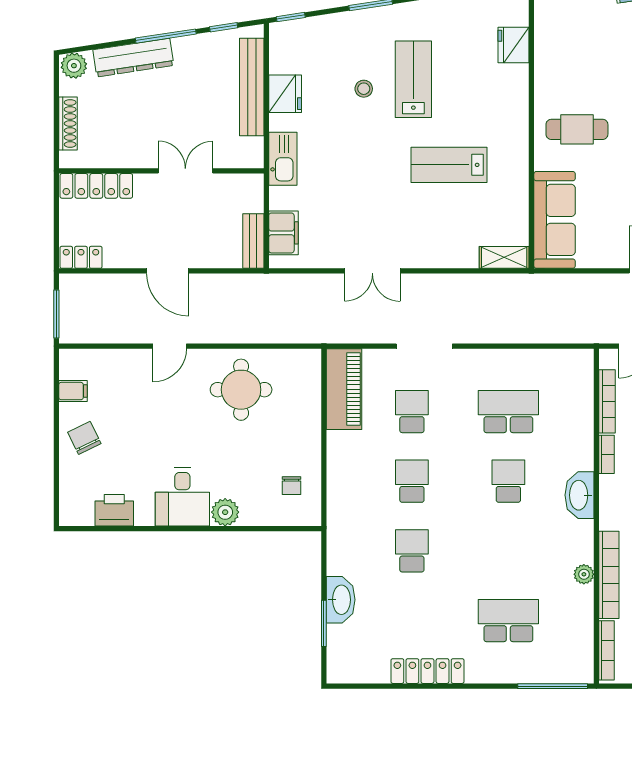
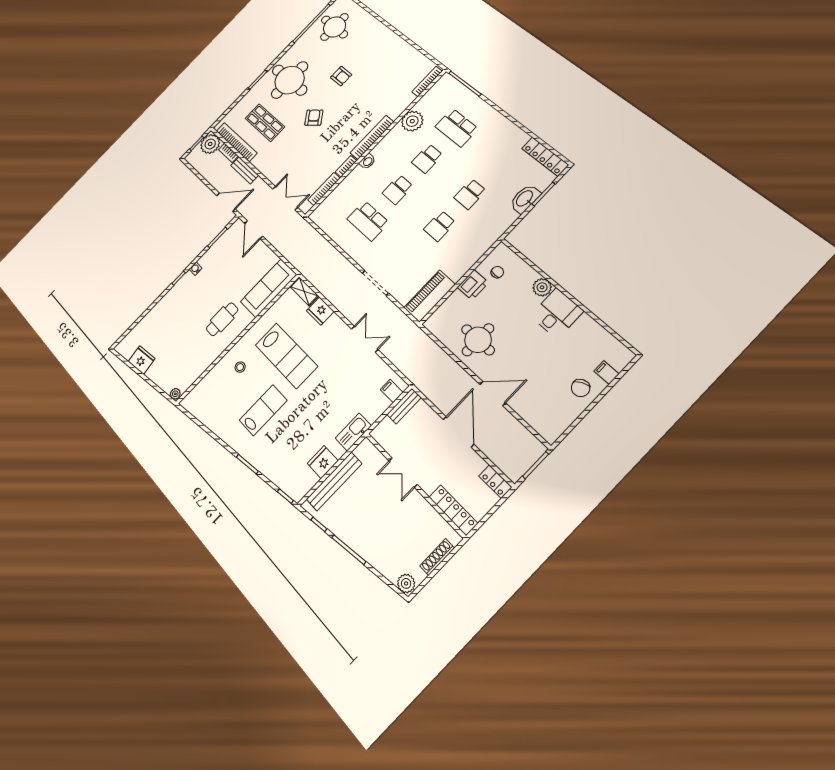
fridge: (513, 45) -> (320, 311), moved, turned 90
dresser: (133, 58) -> (374, 556), removed
lab bench: (413, 79) -> (263, 410), turned 180
stool: (364, 89) -> (240, 367), moved
cafe table: (577, 129) -> (222, 319), turned 90
lab bench: (449, 165) -> (286, 356), width x1.36, depth x1.39
filing cabinet: (283, 233) -> (392, 391), width x0.50
door: (168, 271) -> (458, 432), width x1.36
door: (170, 346) -> (493, 394), width x1.38
filing cabinet: (73, 391) -> (607, 372), moved
school desk: (412, 412) -> (427, 159), moved
washbasin: (579, 495) -> (367, 161), width x0.52, depth x0.69
printer: (114, 510) -> (473, 285), moved, turned -90
plant: (584, 574) -> (412, 121), width x1.88, depth x1.88
bookcase: (609, 575) -> (372, 137), moved
locker: (427, 671) -> (545, 157), moved

